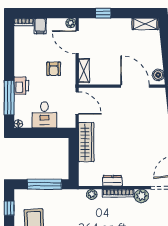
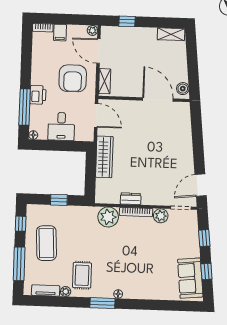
armchair: (54, 69) -> (73, 78), width x1.88, depth x1.88
window: (45, 184) -> (59, 200), width x0.46
plant: (92, 194) -> (108, 217), width x1.88, depth x1.88

